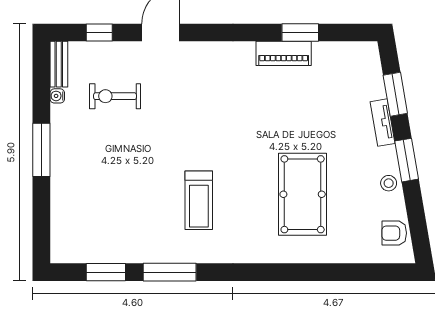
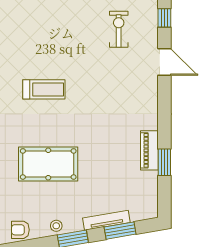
tv unit: (382, 123) -> (106, 220), width x1.41
treadmill: (199, 200) -> (44, 89), turned 180
armchair: (394, 233) -> (20, 230), turned -90

